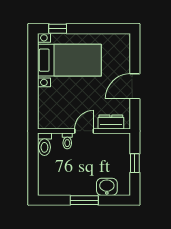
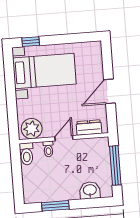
plant: (52, 119) -> (32, 129), added
window: (135, 163) -> (115, 165), width x2.17
window: (84, 200) -> (55, 206), moved

